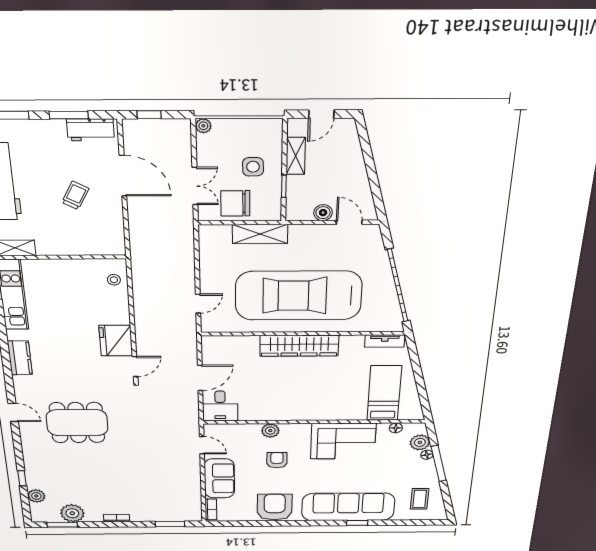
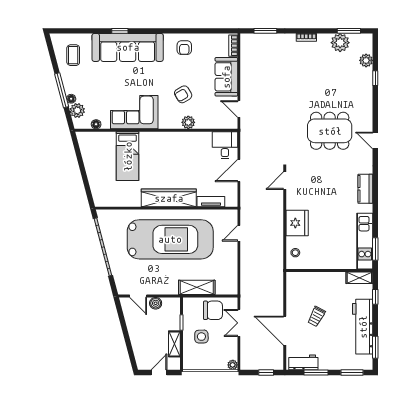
fridge: (116, 341) -> (297, 223), moved
tv unit: (385, 341) -> (211, 202), moved
bed: (384, 393) -> (128, 156), moved
armchair: (277, 460) -> (183, 94), turned 60
armchair: (275, 507) -> (184, 48), width x0.53, depth x0.53

